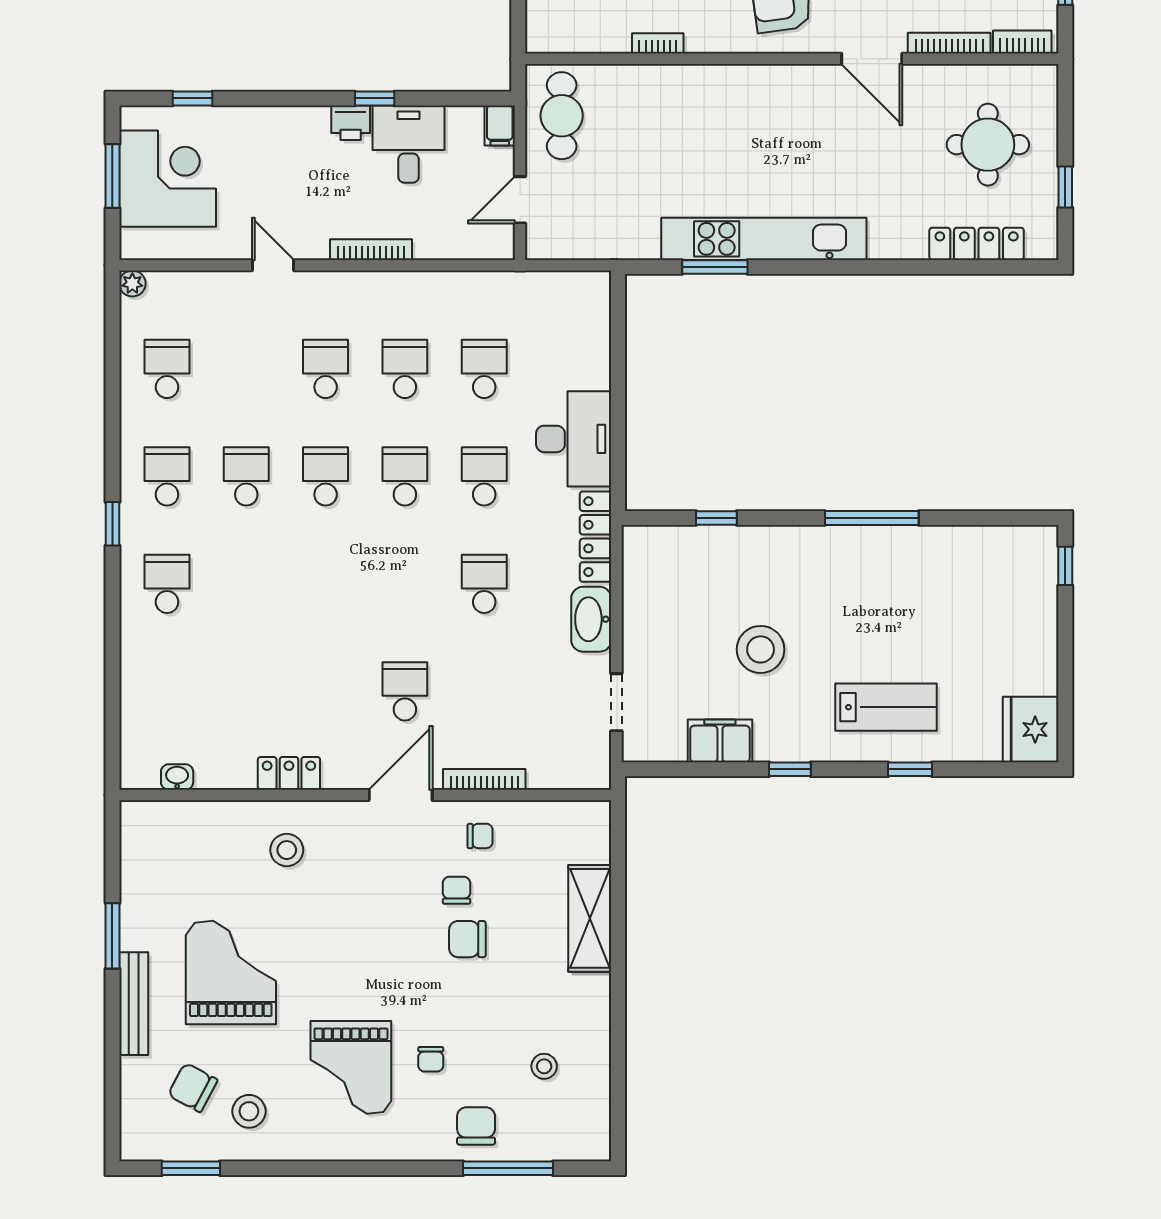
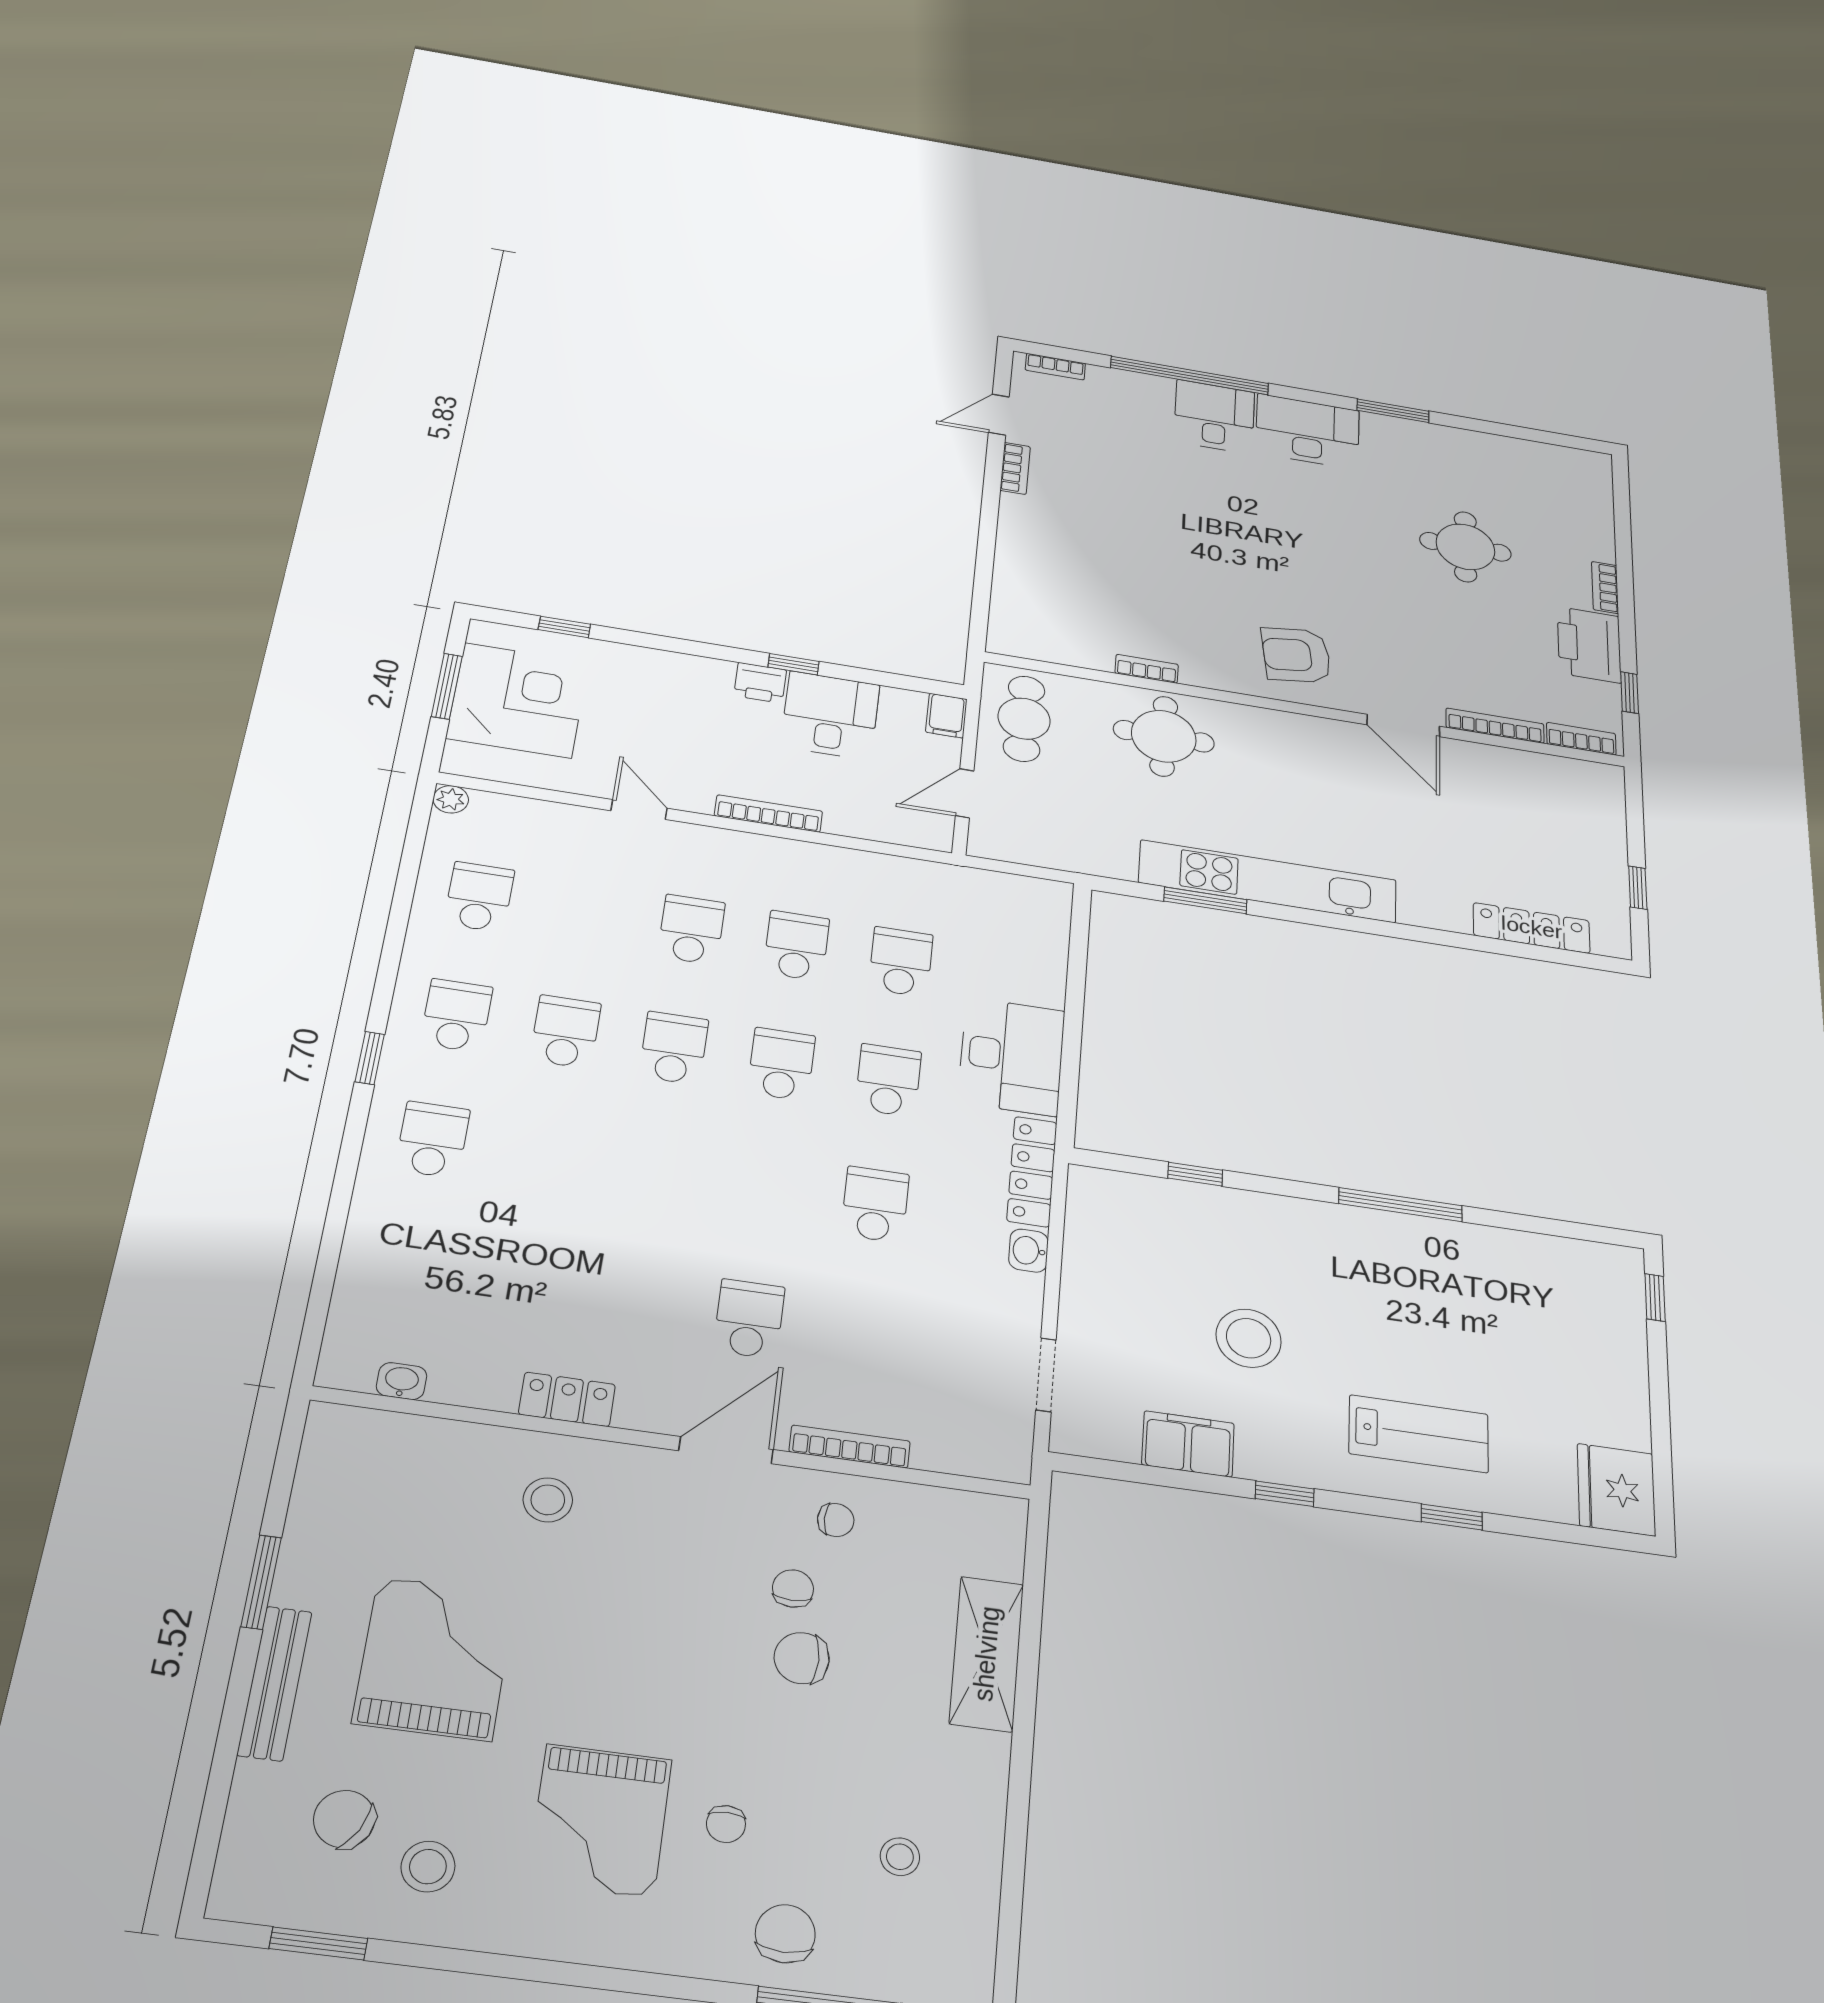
round table: (988, 145) -> (1164, 736), moved
washbasin: (591, 619) -> (1028, 1251), width x0.52, depth x0.69

